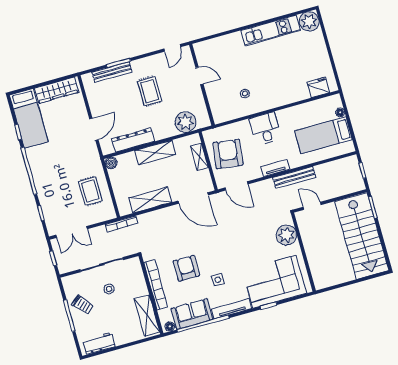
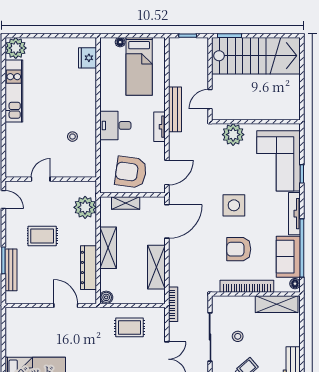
wardrobe: (57, 90) -> (14, 333), removed
side table: (218, 280) -> (234, 205), moved, width x1.87, depth x1.87

